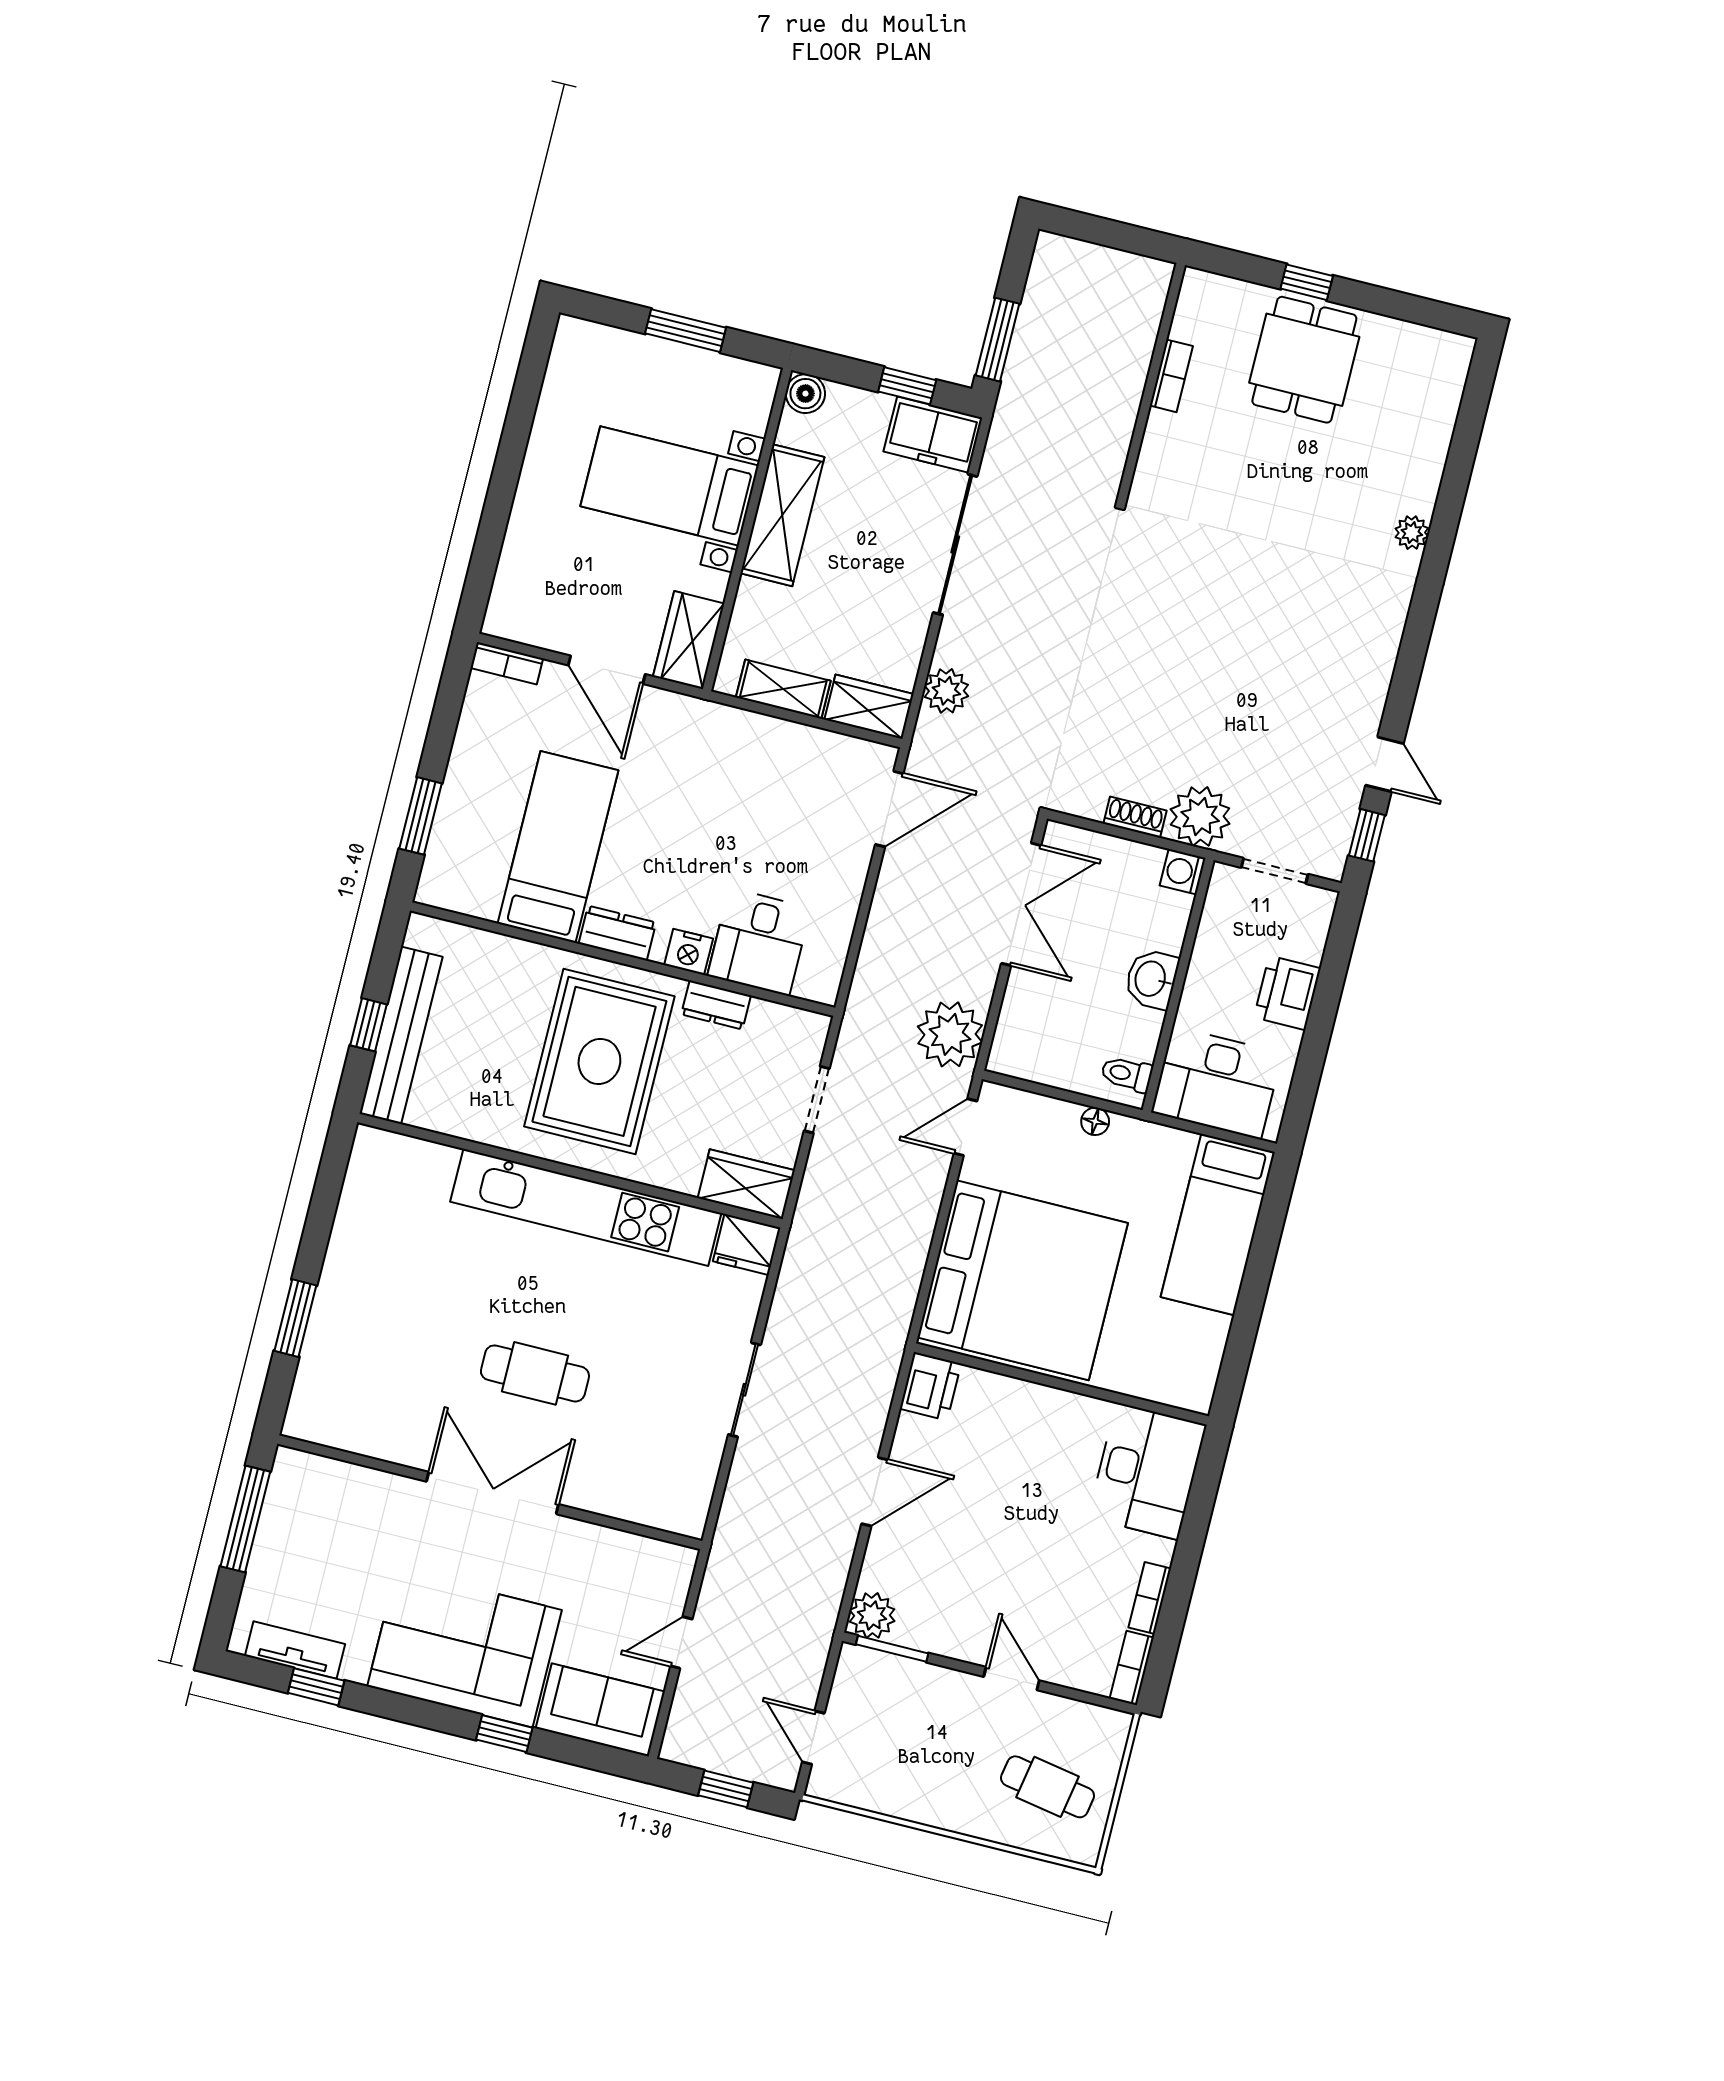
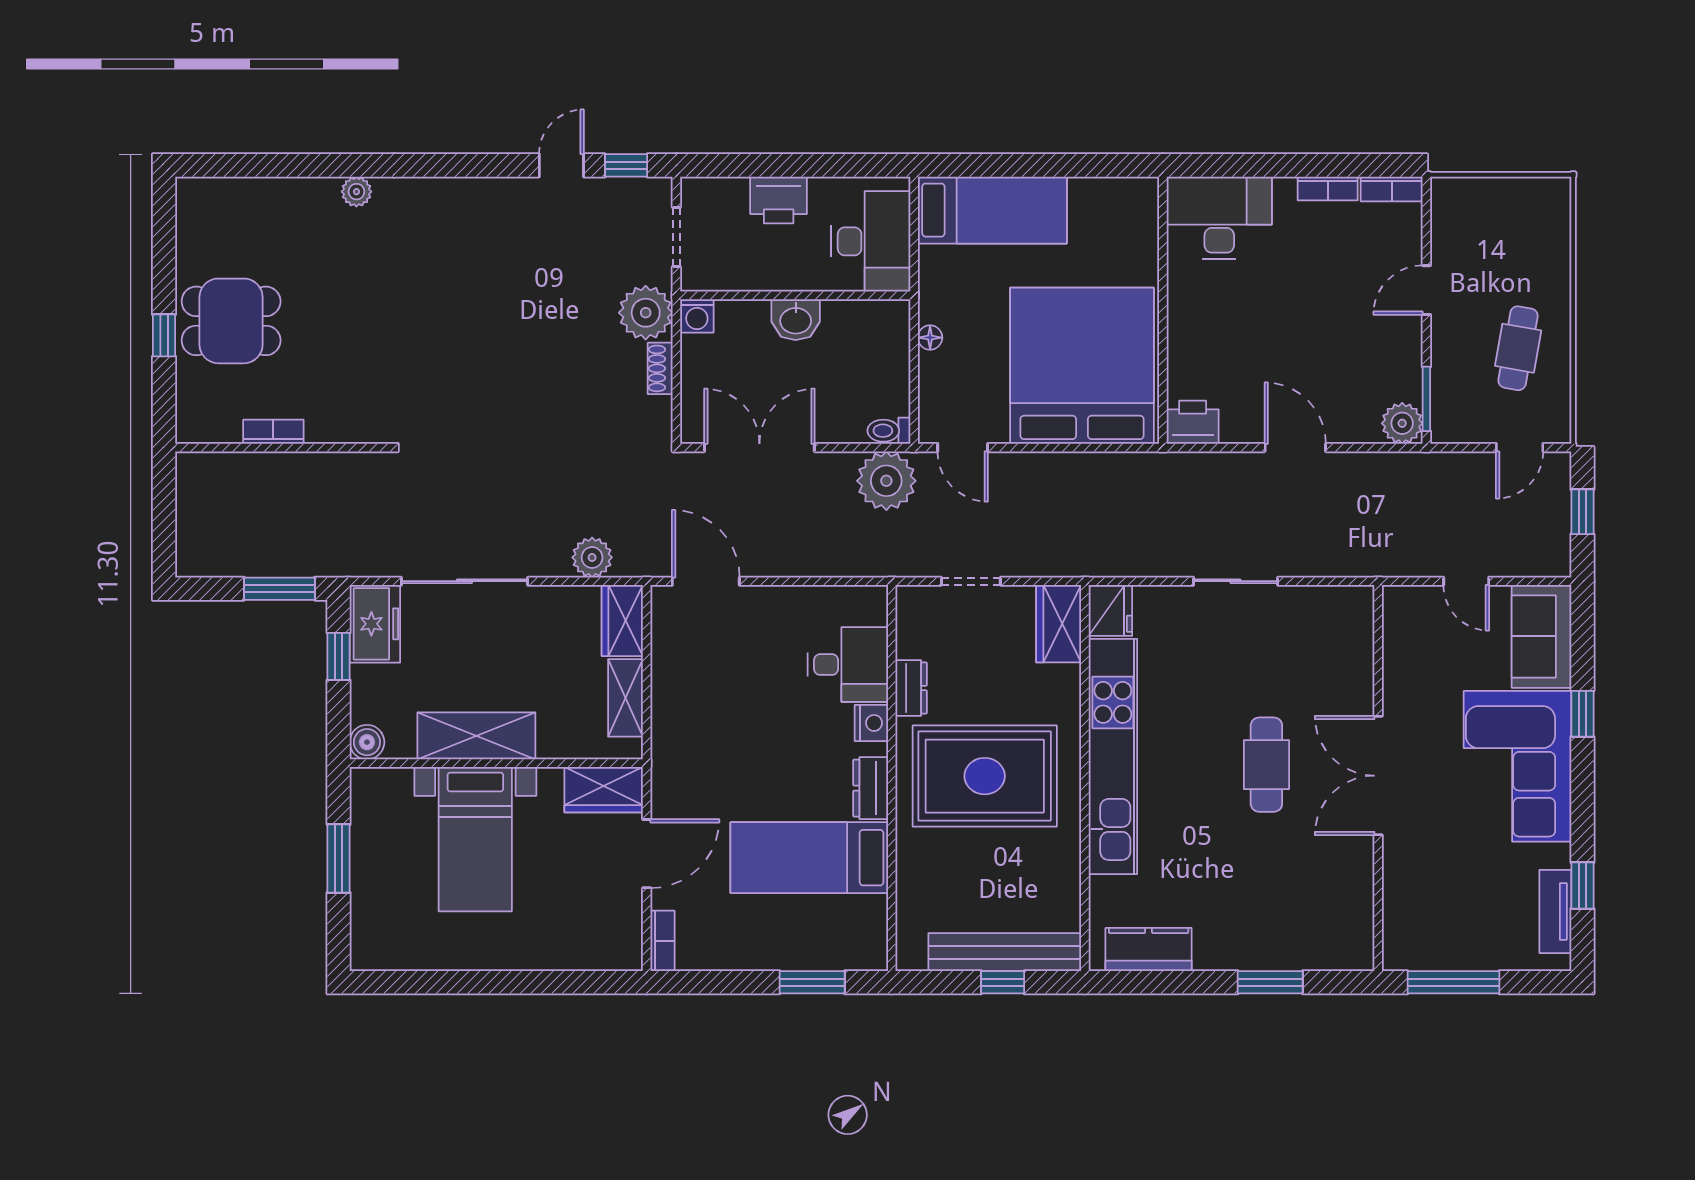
toilet: (1127, 1074) -> (889, 431), moved, turned 90
kitchen counter: (364, 1194) -> (1149, 950), added
cafe table: (1048, 1787) -> (1518, 348), moved

